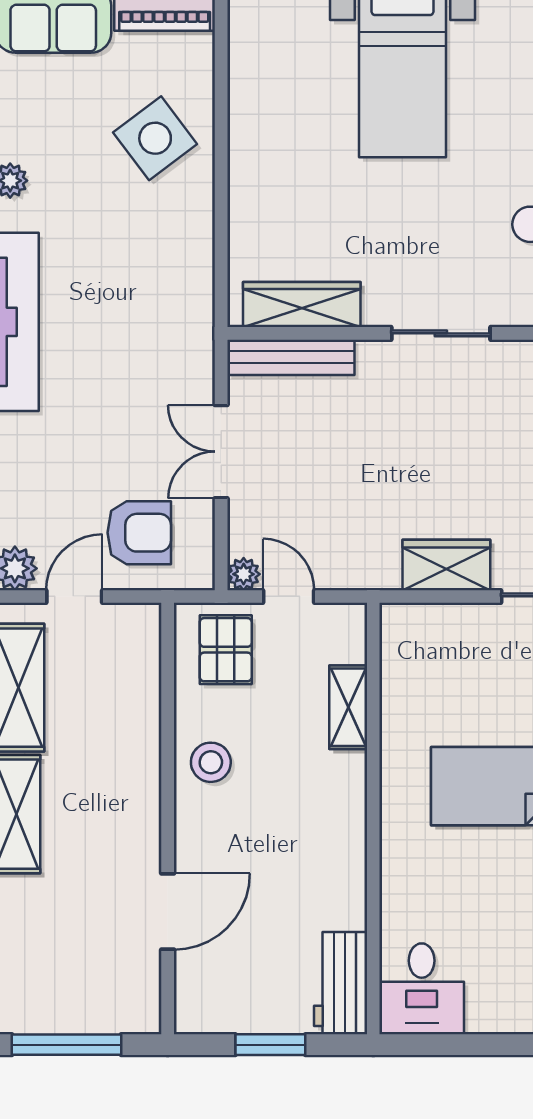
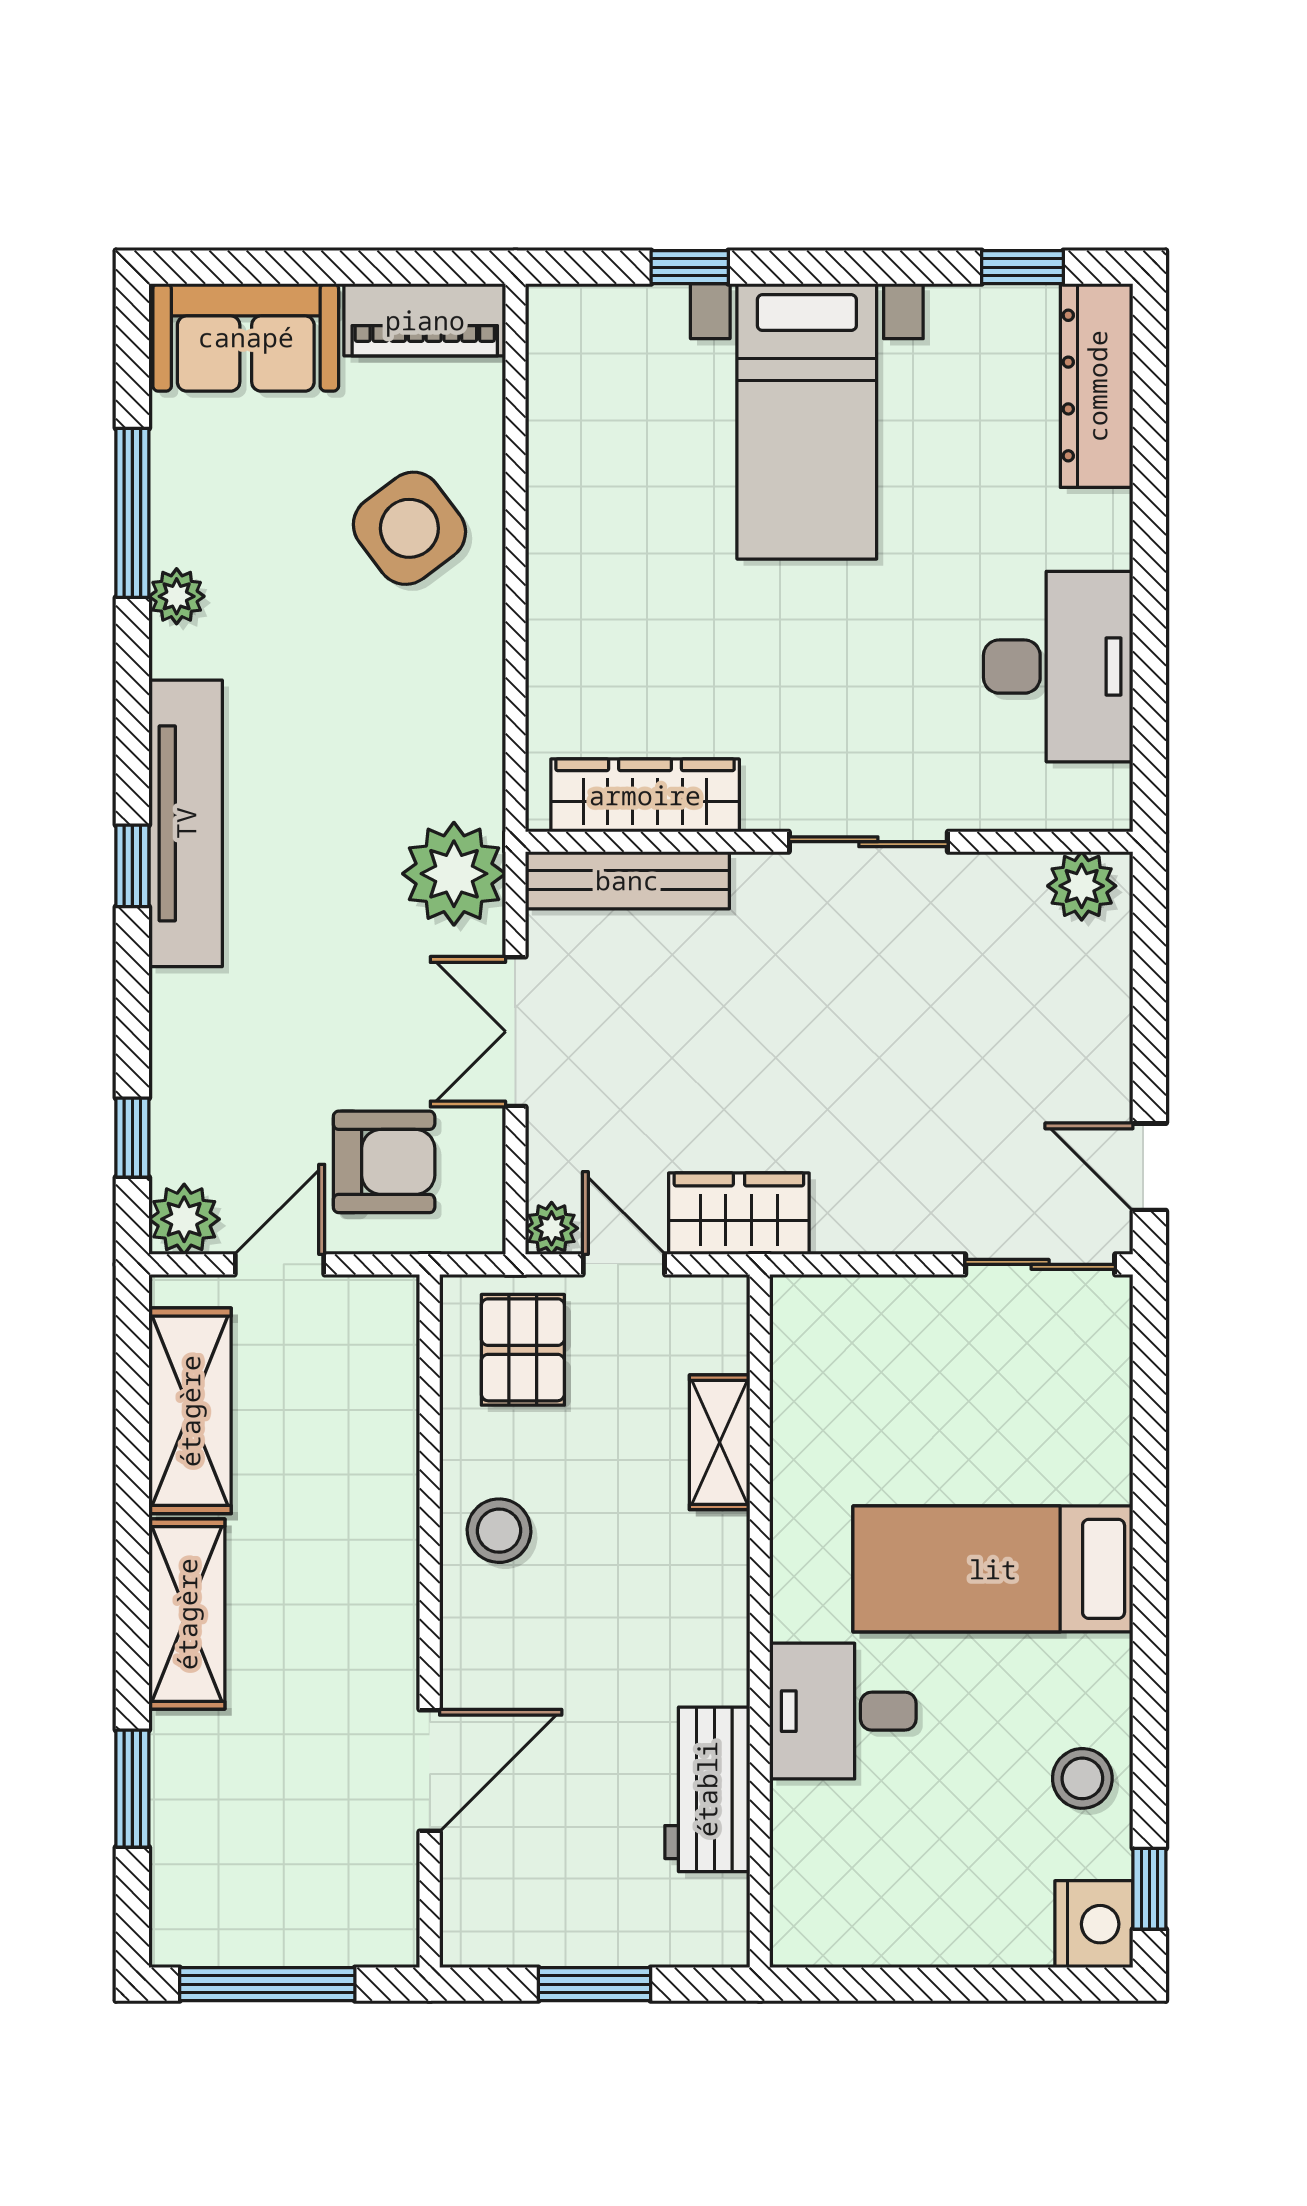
plant: (183, 353) -> (454, 874), added
wardrobe: (446, 565) -> (739, 1214), moved
workbench: (341, 983) -> (707, 1789), moved
desk: (422, 989) -> (843, 1711), moved, turned 90

